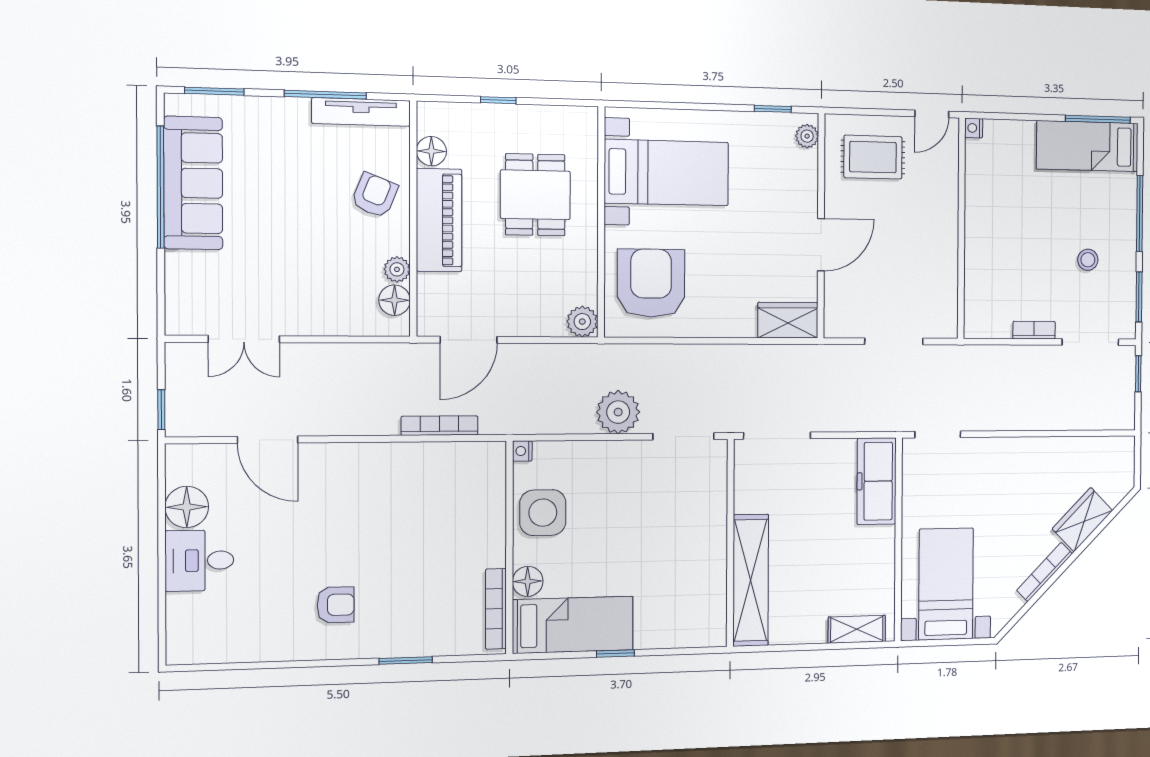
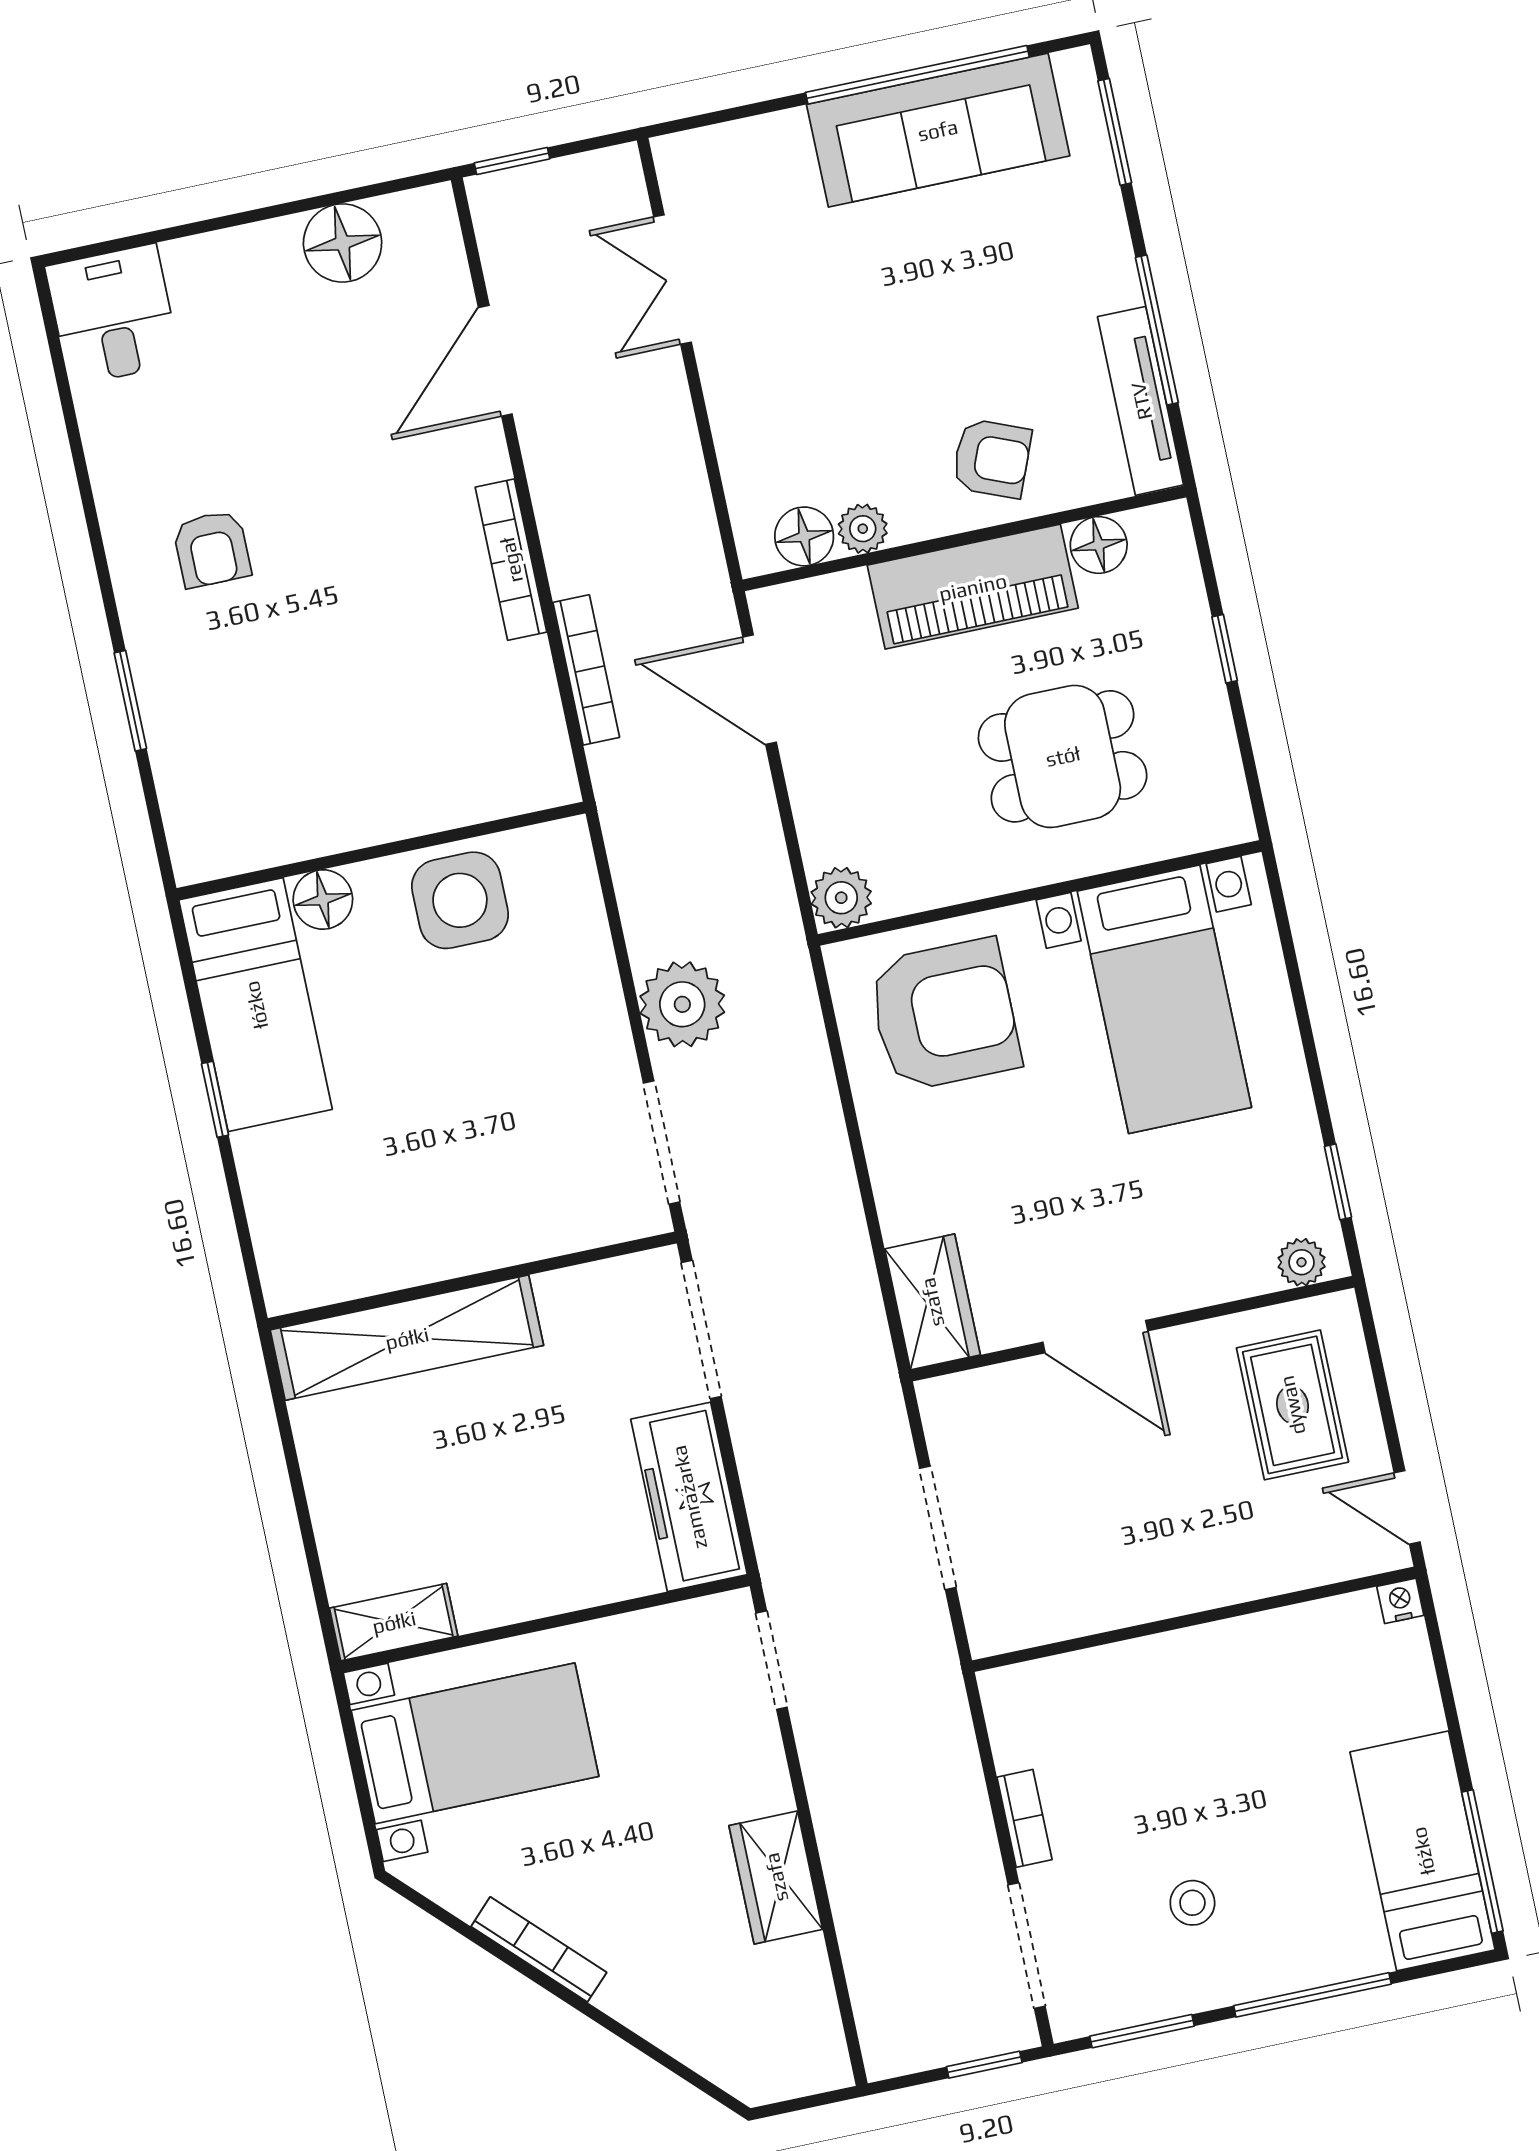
nightstand: (522, 451) -> (570, 836), removed
freezer: (877, 481) -> (689, 1497), moved, turned -90
wardrobe: (1082, 520) -> (776, 1877), moved, turned -135
desk: (199, 560) -> (113, 315), moved
bookcase: (496, 609) -> (511, 560), moved, turned -90
shelving: (857, 629) -> (394, 1622), moved, turned 90

